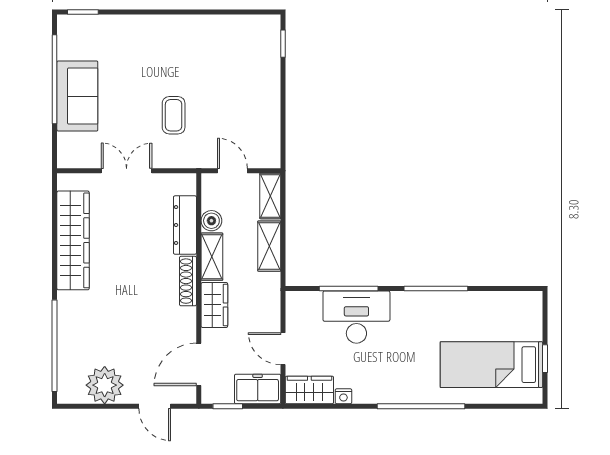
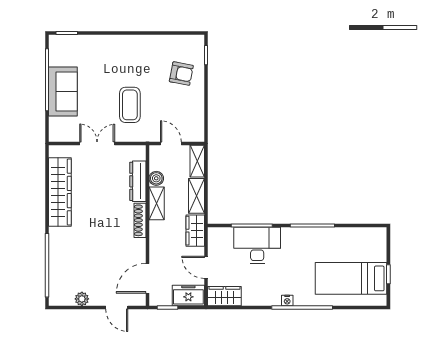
armchair: (247, 70) -> (181, 74), added
coffee table: (174, 115) -> (130, 105), width x1.36, depth x1.30
wardrobe: (214, 305) -> (195, 231), moved, turned 180
plant: (105, 385) -> (82, 299), width x0.53, depth x0.53
nightstand: (343, 396) -> (287, 300), moved

